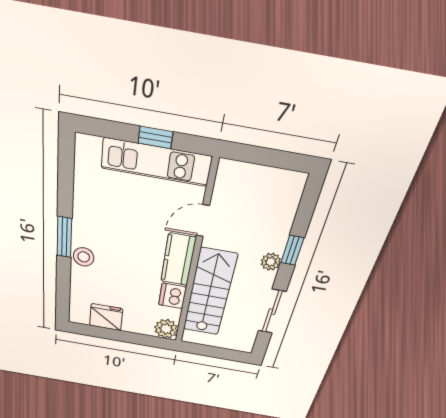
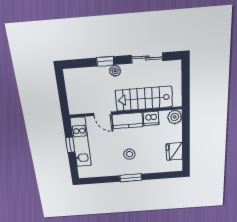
stool: (84, 257) -> (129, 154), moved

